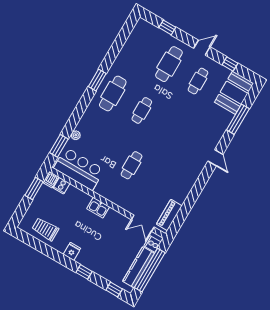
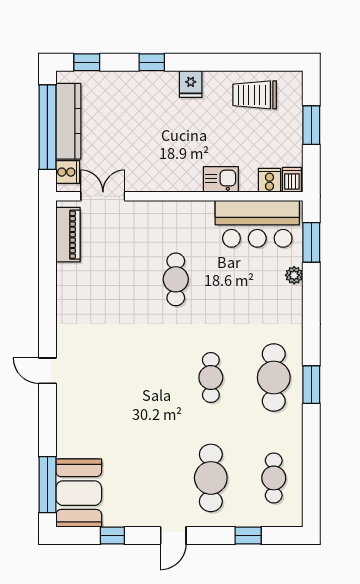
cafe table: (198, 81) -> (274, 478), moved
window: (238, 119) -> (47, 485), moved
window: (34, 189) -> (311, 125), moved
kitchen sink: (98, 208) -> (221, 179), moved
trolley: (45, 229) -> (255, 95), turned 180

